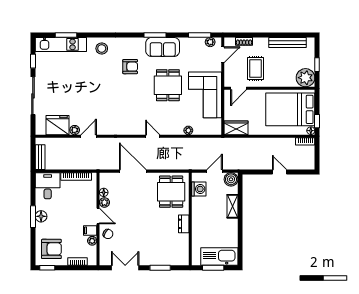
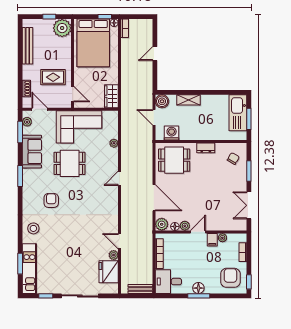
sofa: (163, 47) -> (32, 152), moved
door: (133, 171) -> (154, 198), swing flipped
plant: (106, 179) -> (162, 224), added
chair: (108, 234) -> (233, 159), moved

